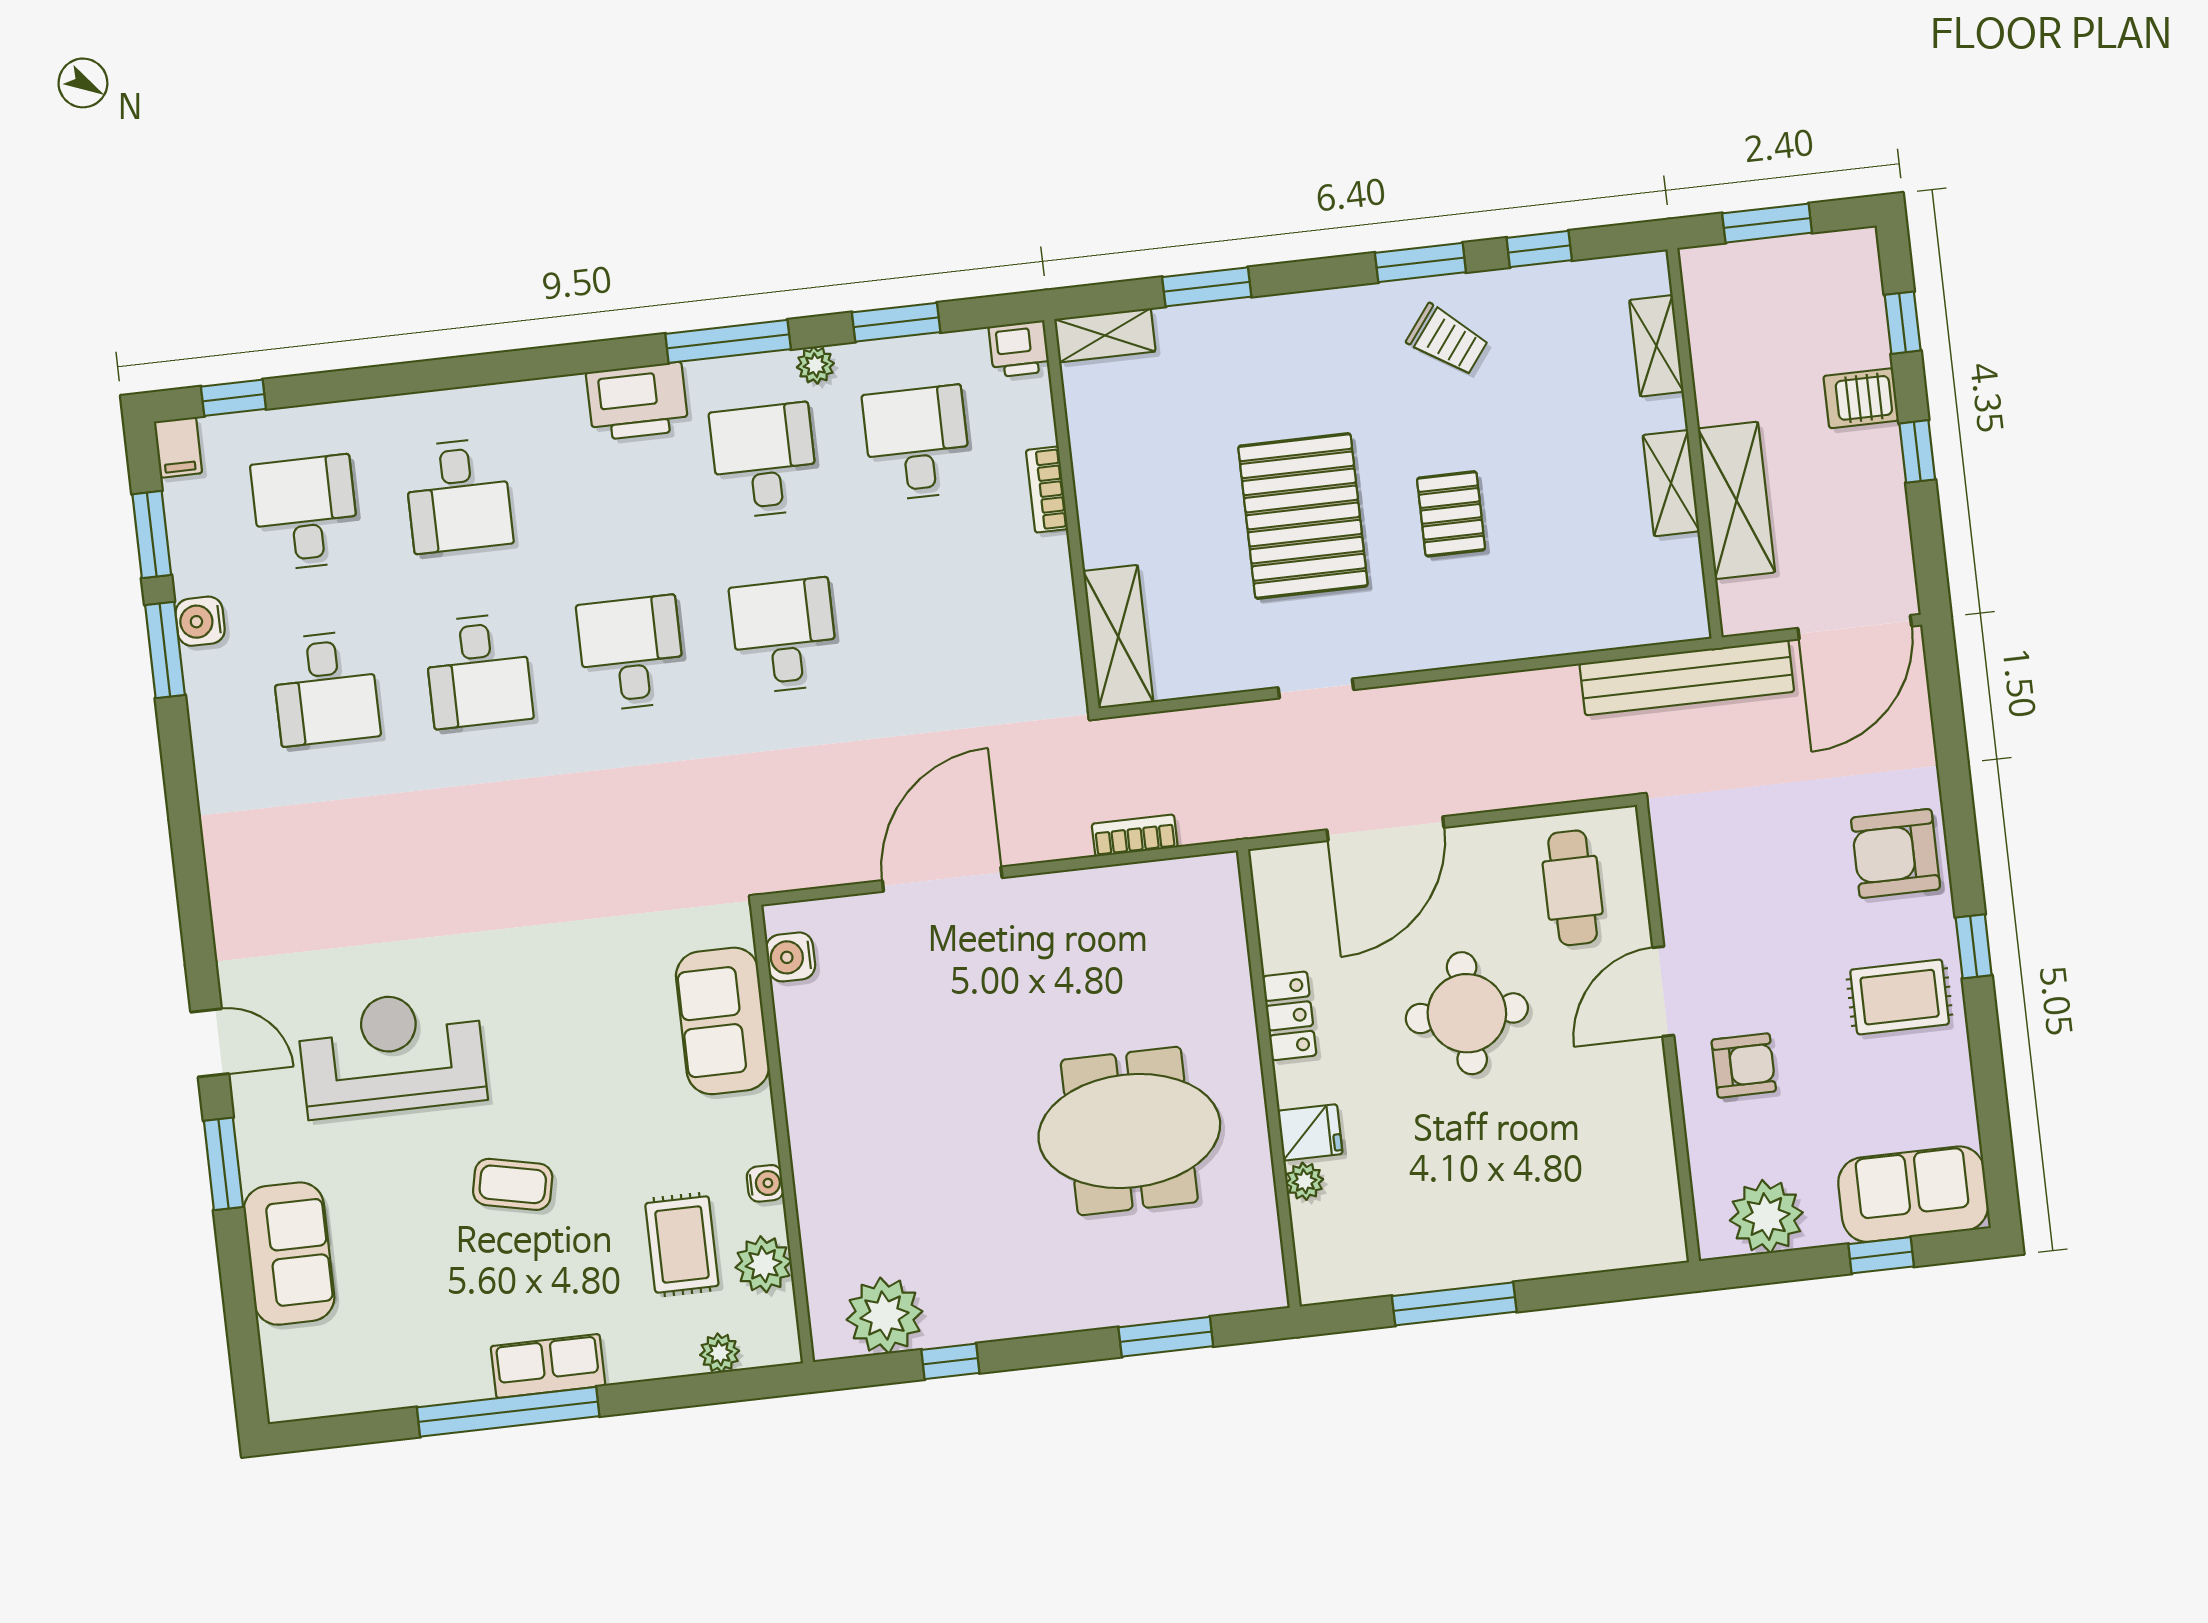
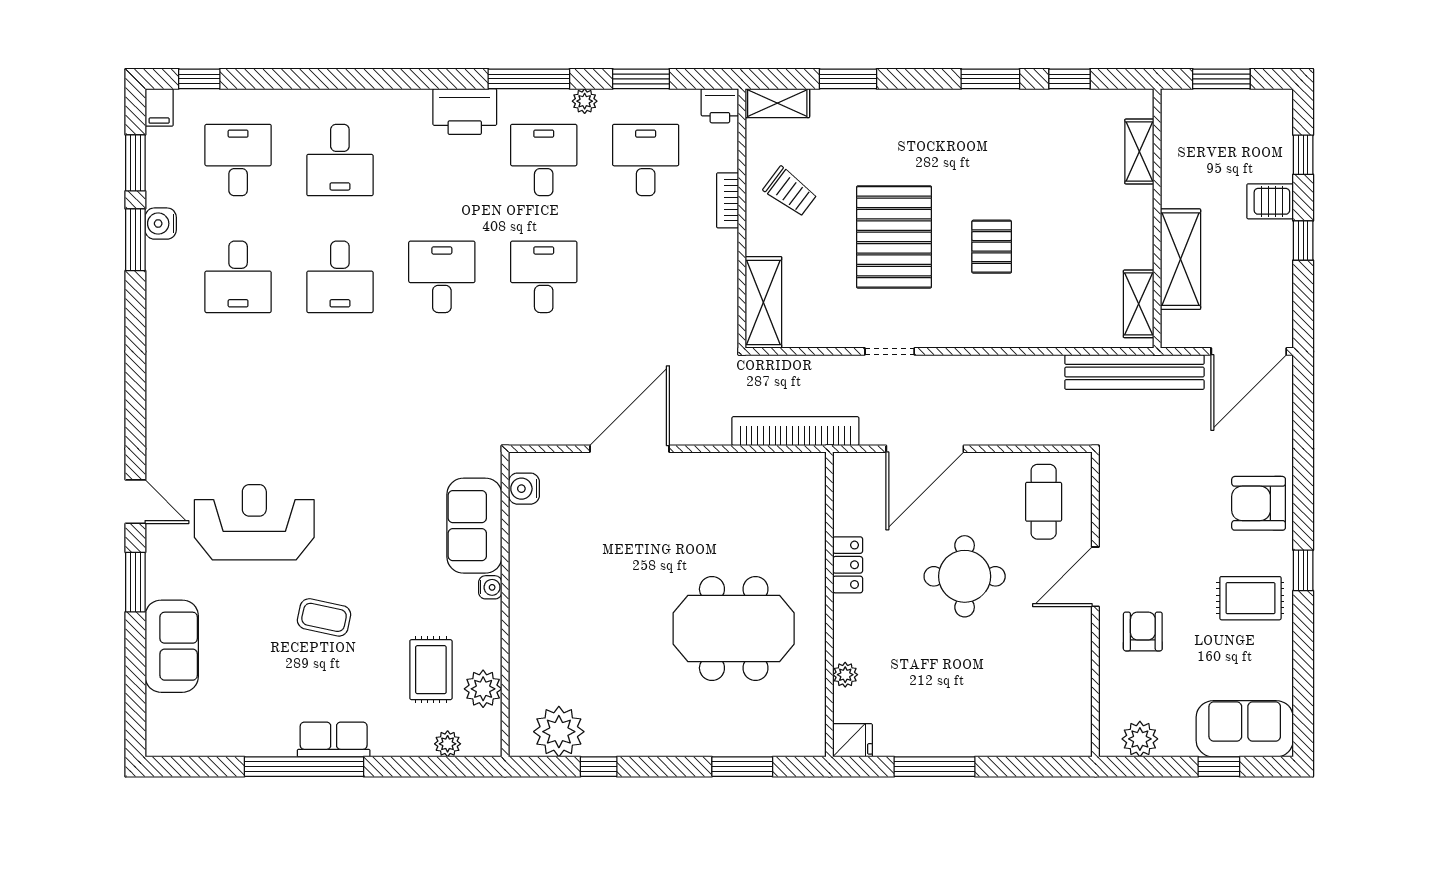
trolley: (1447, 340) -> (790, 192), moved
shelving: (1671, 483) -> (1139, 304), moved
bookcase: (1135, 836) -> (795, 431), width x2.31, depth x1.31
armchair: (1744, 1065) -> (1143, 631), turned -90
fridge: (1310, 1132) -> (853, 740), moved
water cooler: (765, 1183) -> (490, 587), moved
plant: (1766, 1216) -> (1140, 739), width x0.73, depth x0.73

